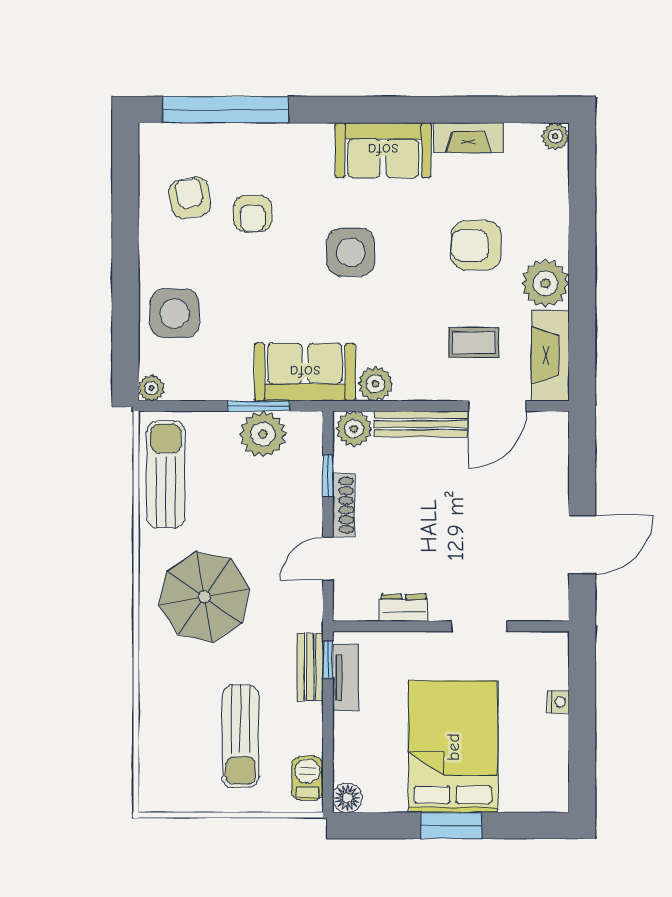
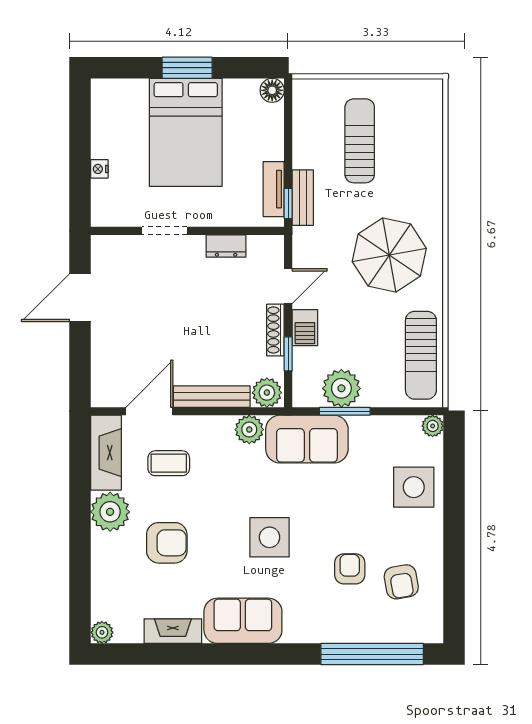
barbecue: (307, 778) -> (305, 328), moved

